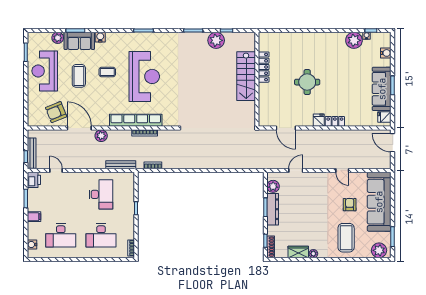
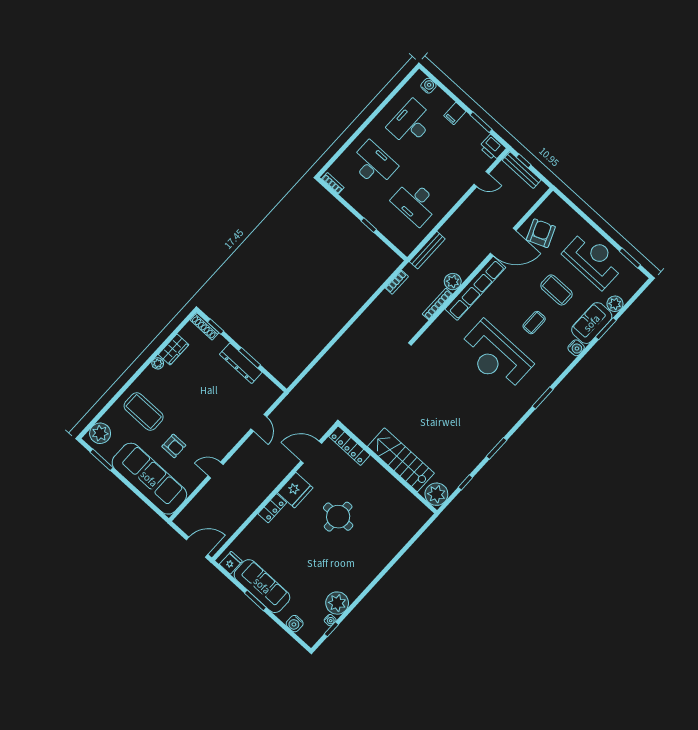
plant: (216, 40) -> (436, 494), moved
locker: (264, 67) -> (349, 446), moved
row of seats: (136, 120) -> (475, 288), moved
fridge: (319, 120) -> (295, 490), width x1.88, depth x1.34
plant: (101, 136) -> (453, 282), moved
plant: (273, 186) -> (264, 385), removed
desk: (101, 236) -> (373, 164), turned 90

